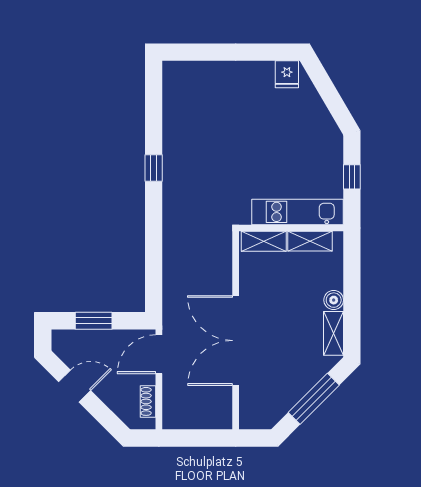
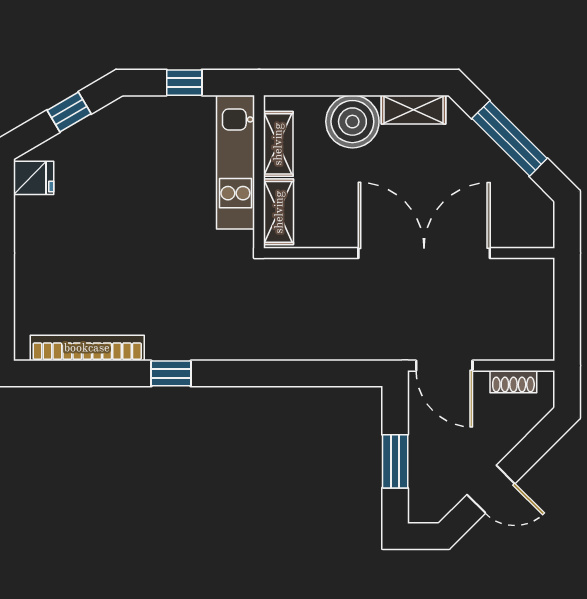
window: (332, 99) -> (69, 112), added
bookcase: (171, 111) -> (87, 348), added
boiler: (334, 300) -> (352, 122), width x1.86, depth x1.86
double door: (236, 341) -> (424, 253), swing flipped
door: (75, 386) -> (491, 489), swing flipped

